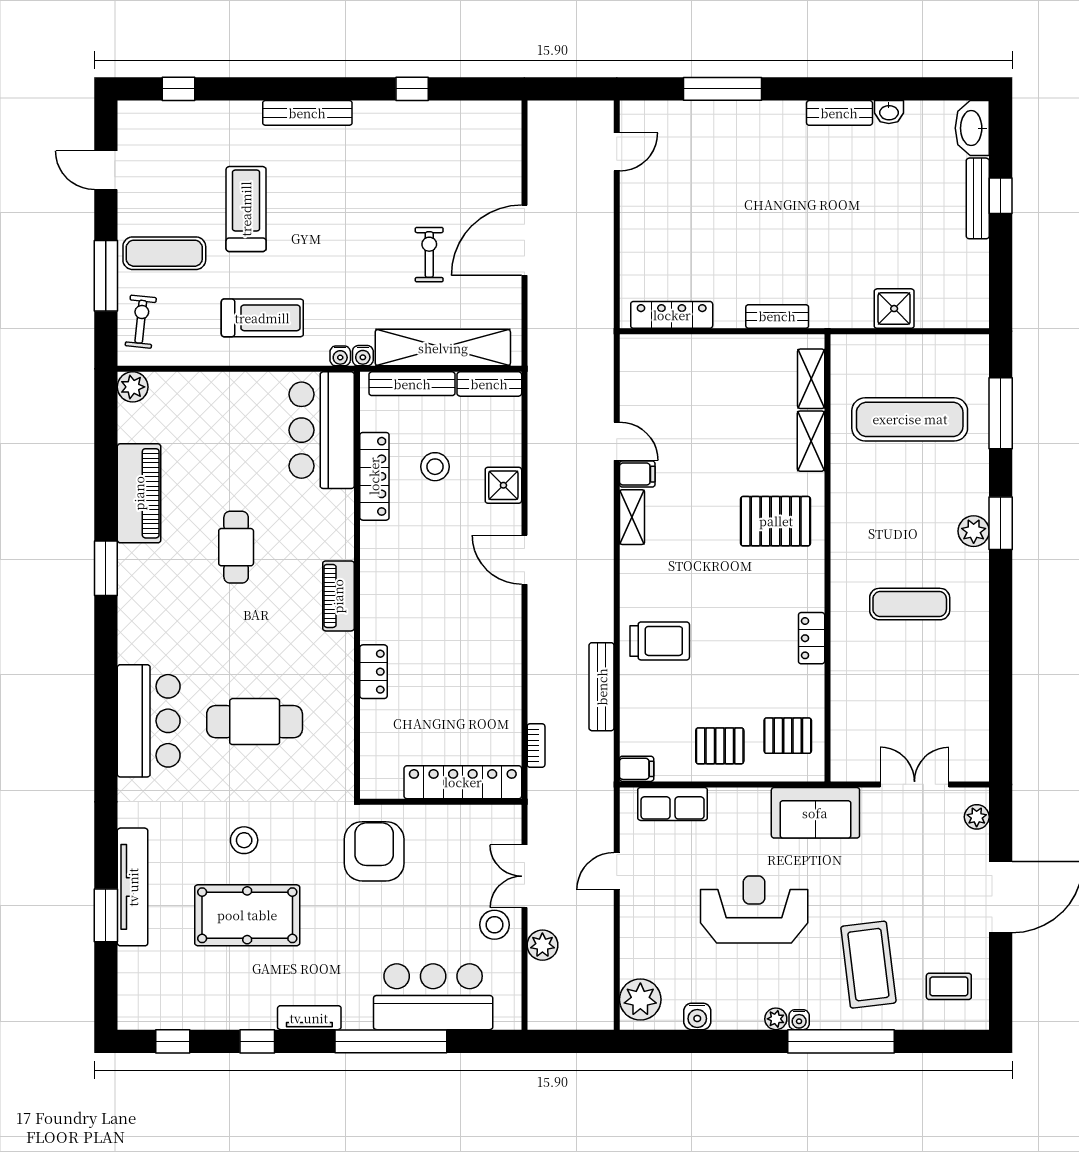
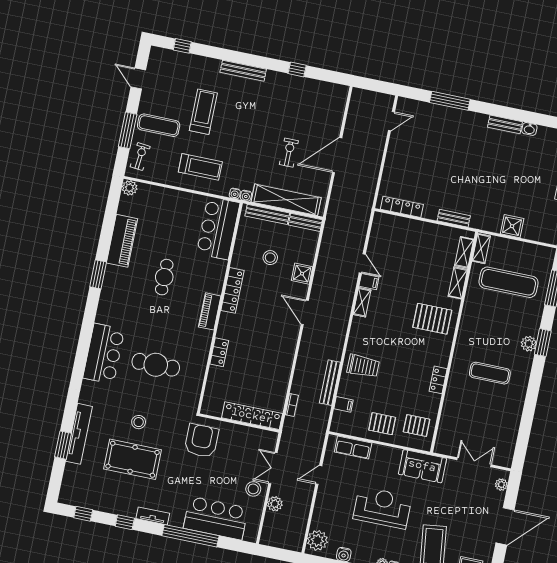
shelving: (843, 365) -> (481, 249), added
locker: (374, 476) -> (232, 290), moved
filing cabinet: (637, 769) -> (343, 404), moved

